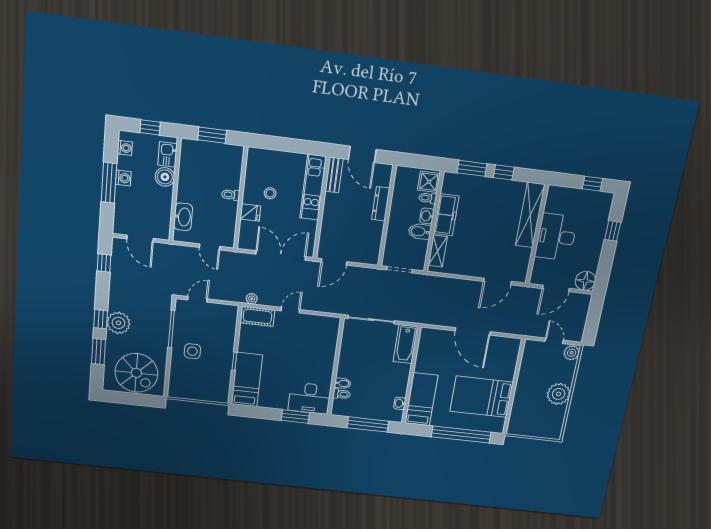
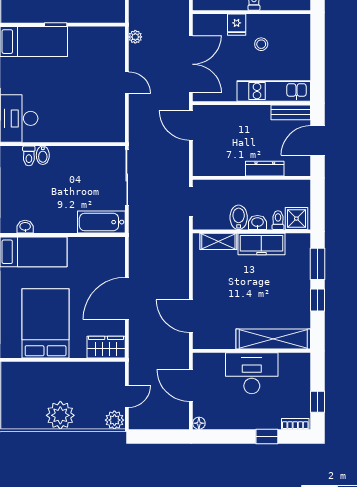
bookcase: (607, 205) -> (295, 424), added
floor lamp: (585, 281) -> (199, 423), width x0.53, depth x0.53
cot: (257, 316) -> (115, 46), removed
wardrobe: (510, 352) -> (106, 347), added

